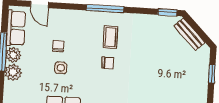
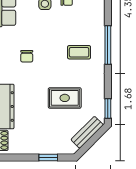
rug: (154, 54) -> (65, 98), added
chair: (108, 63) -> (27, 56), moved

